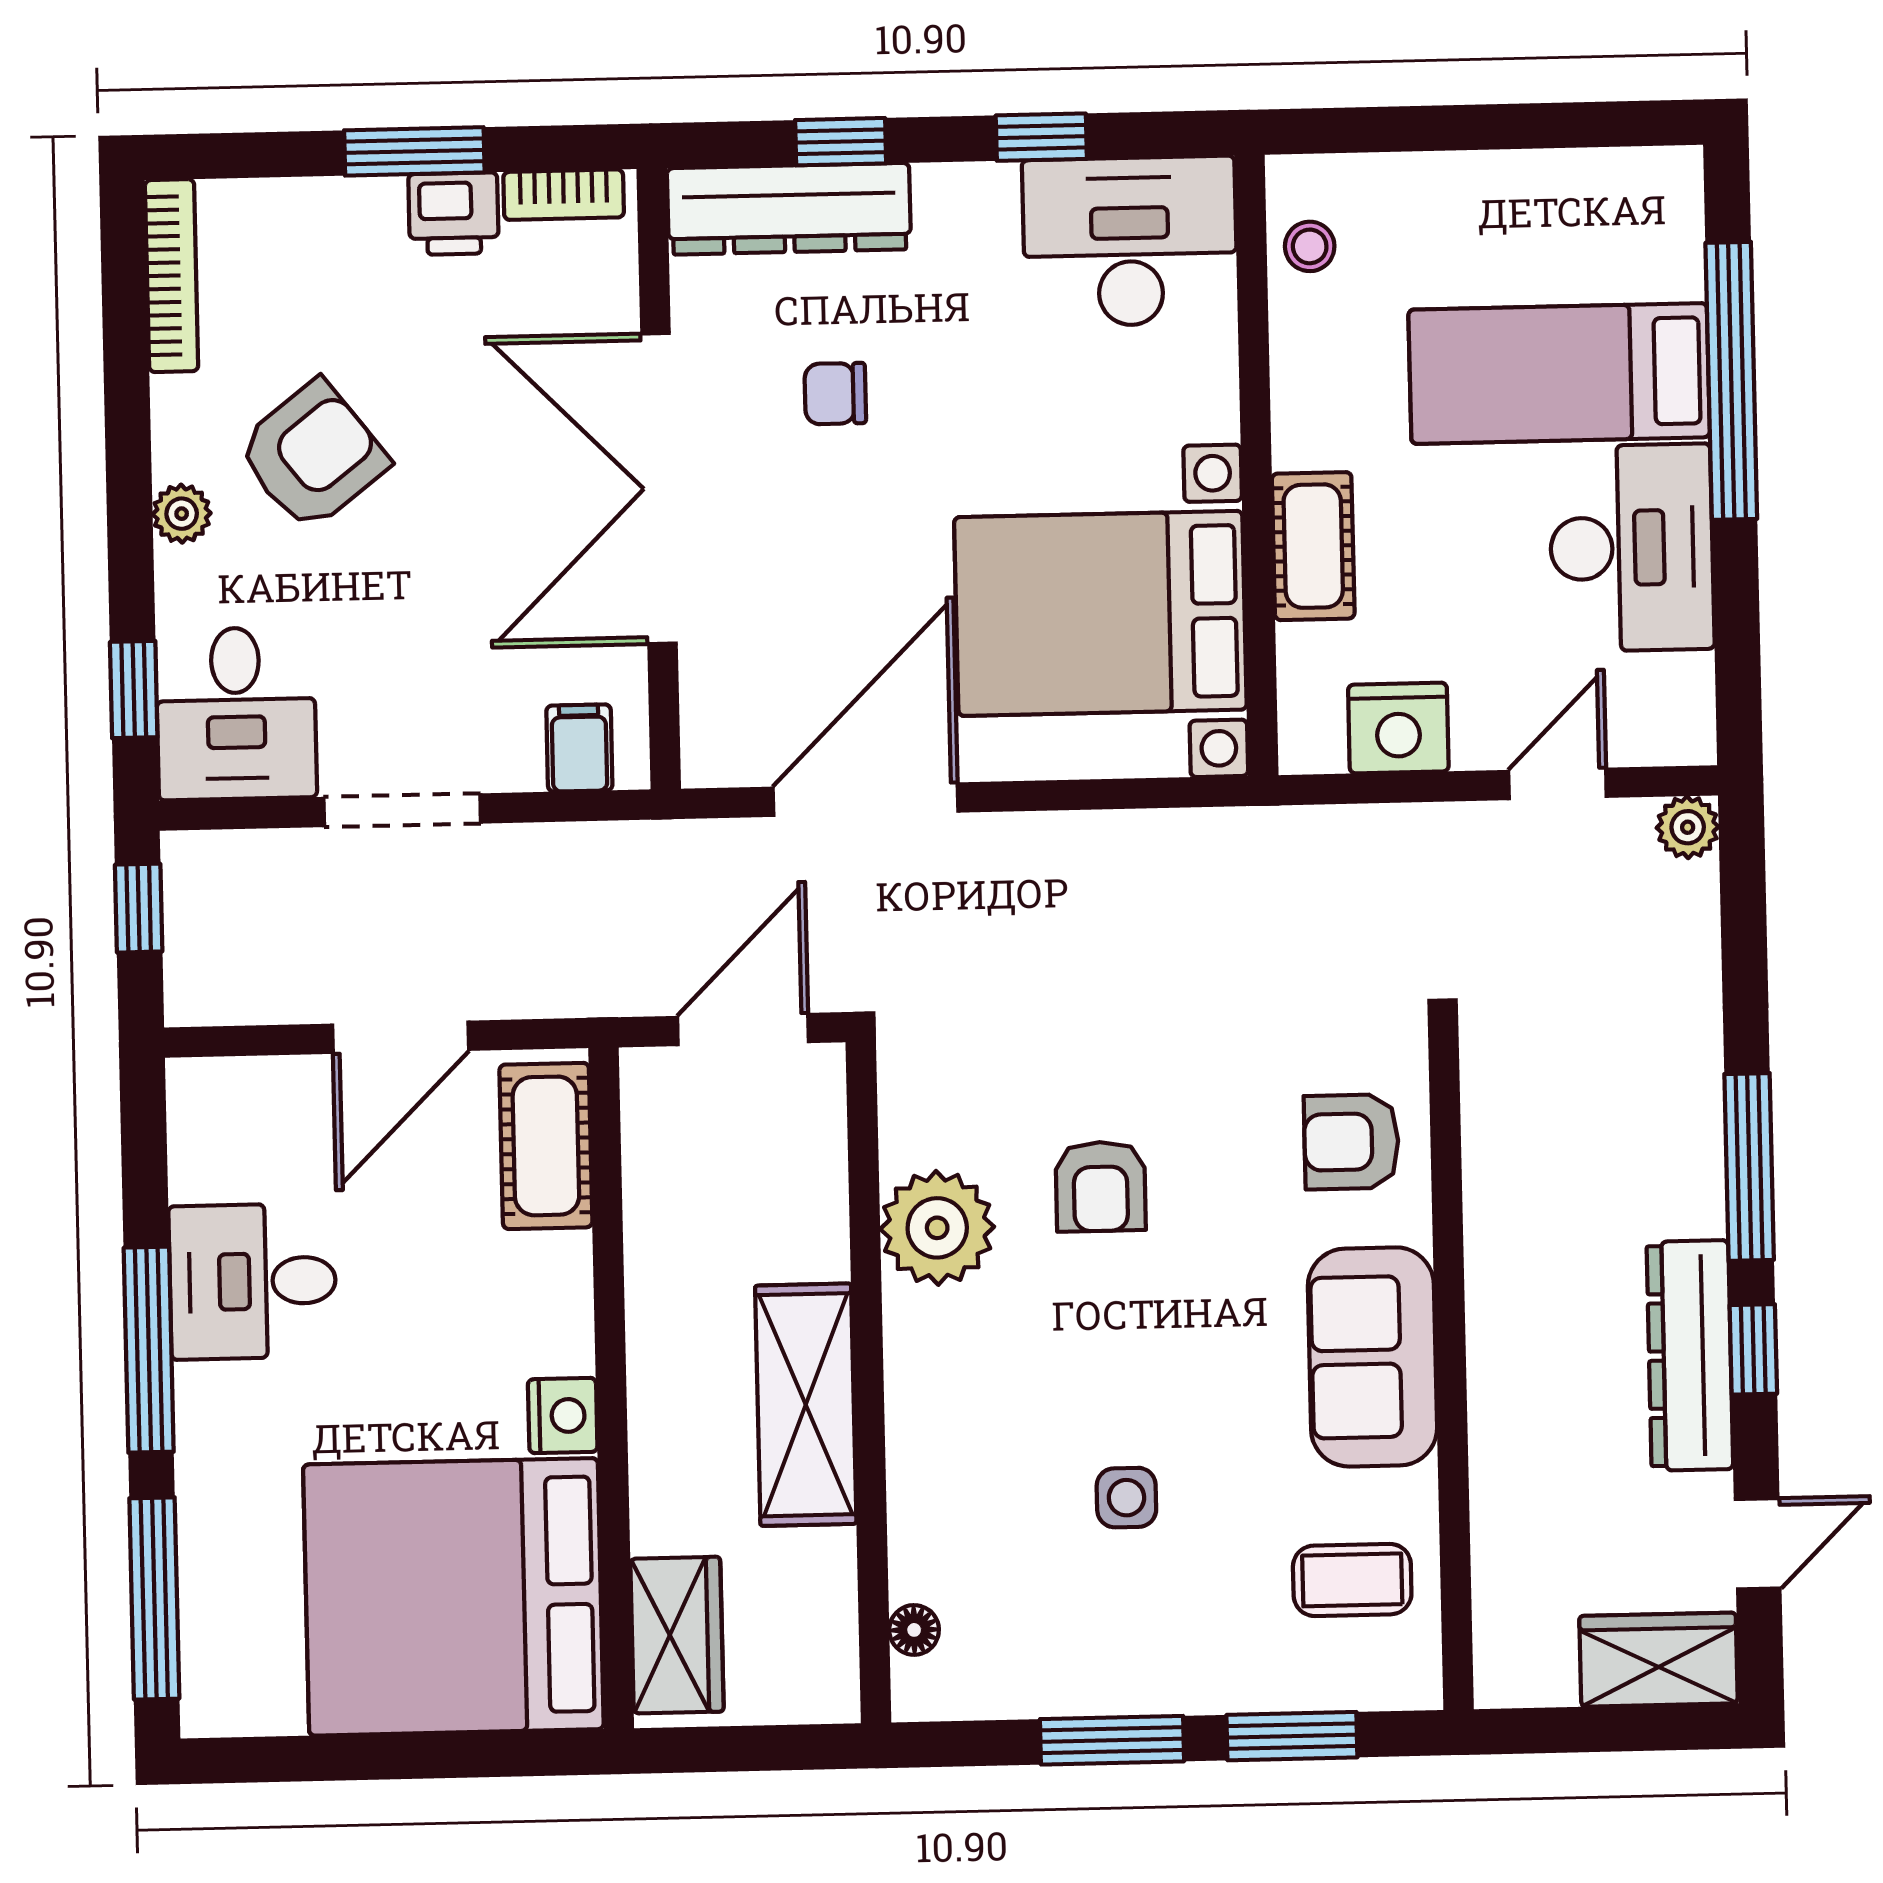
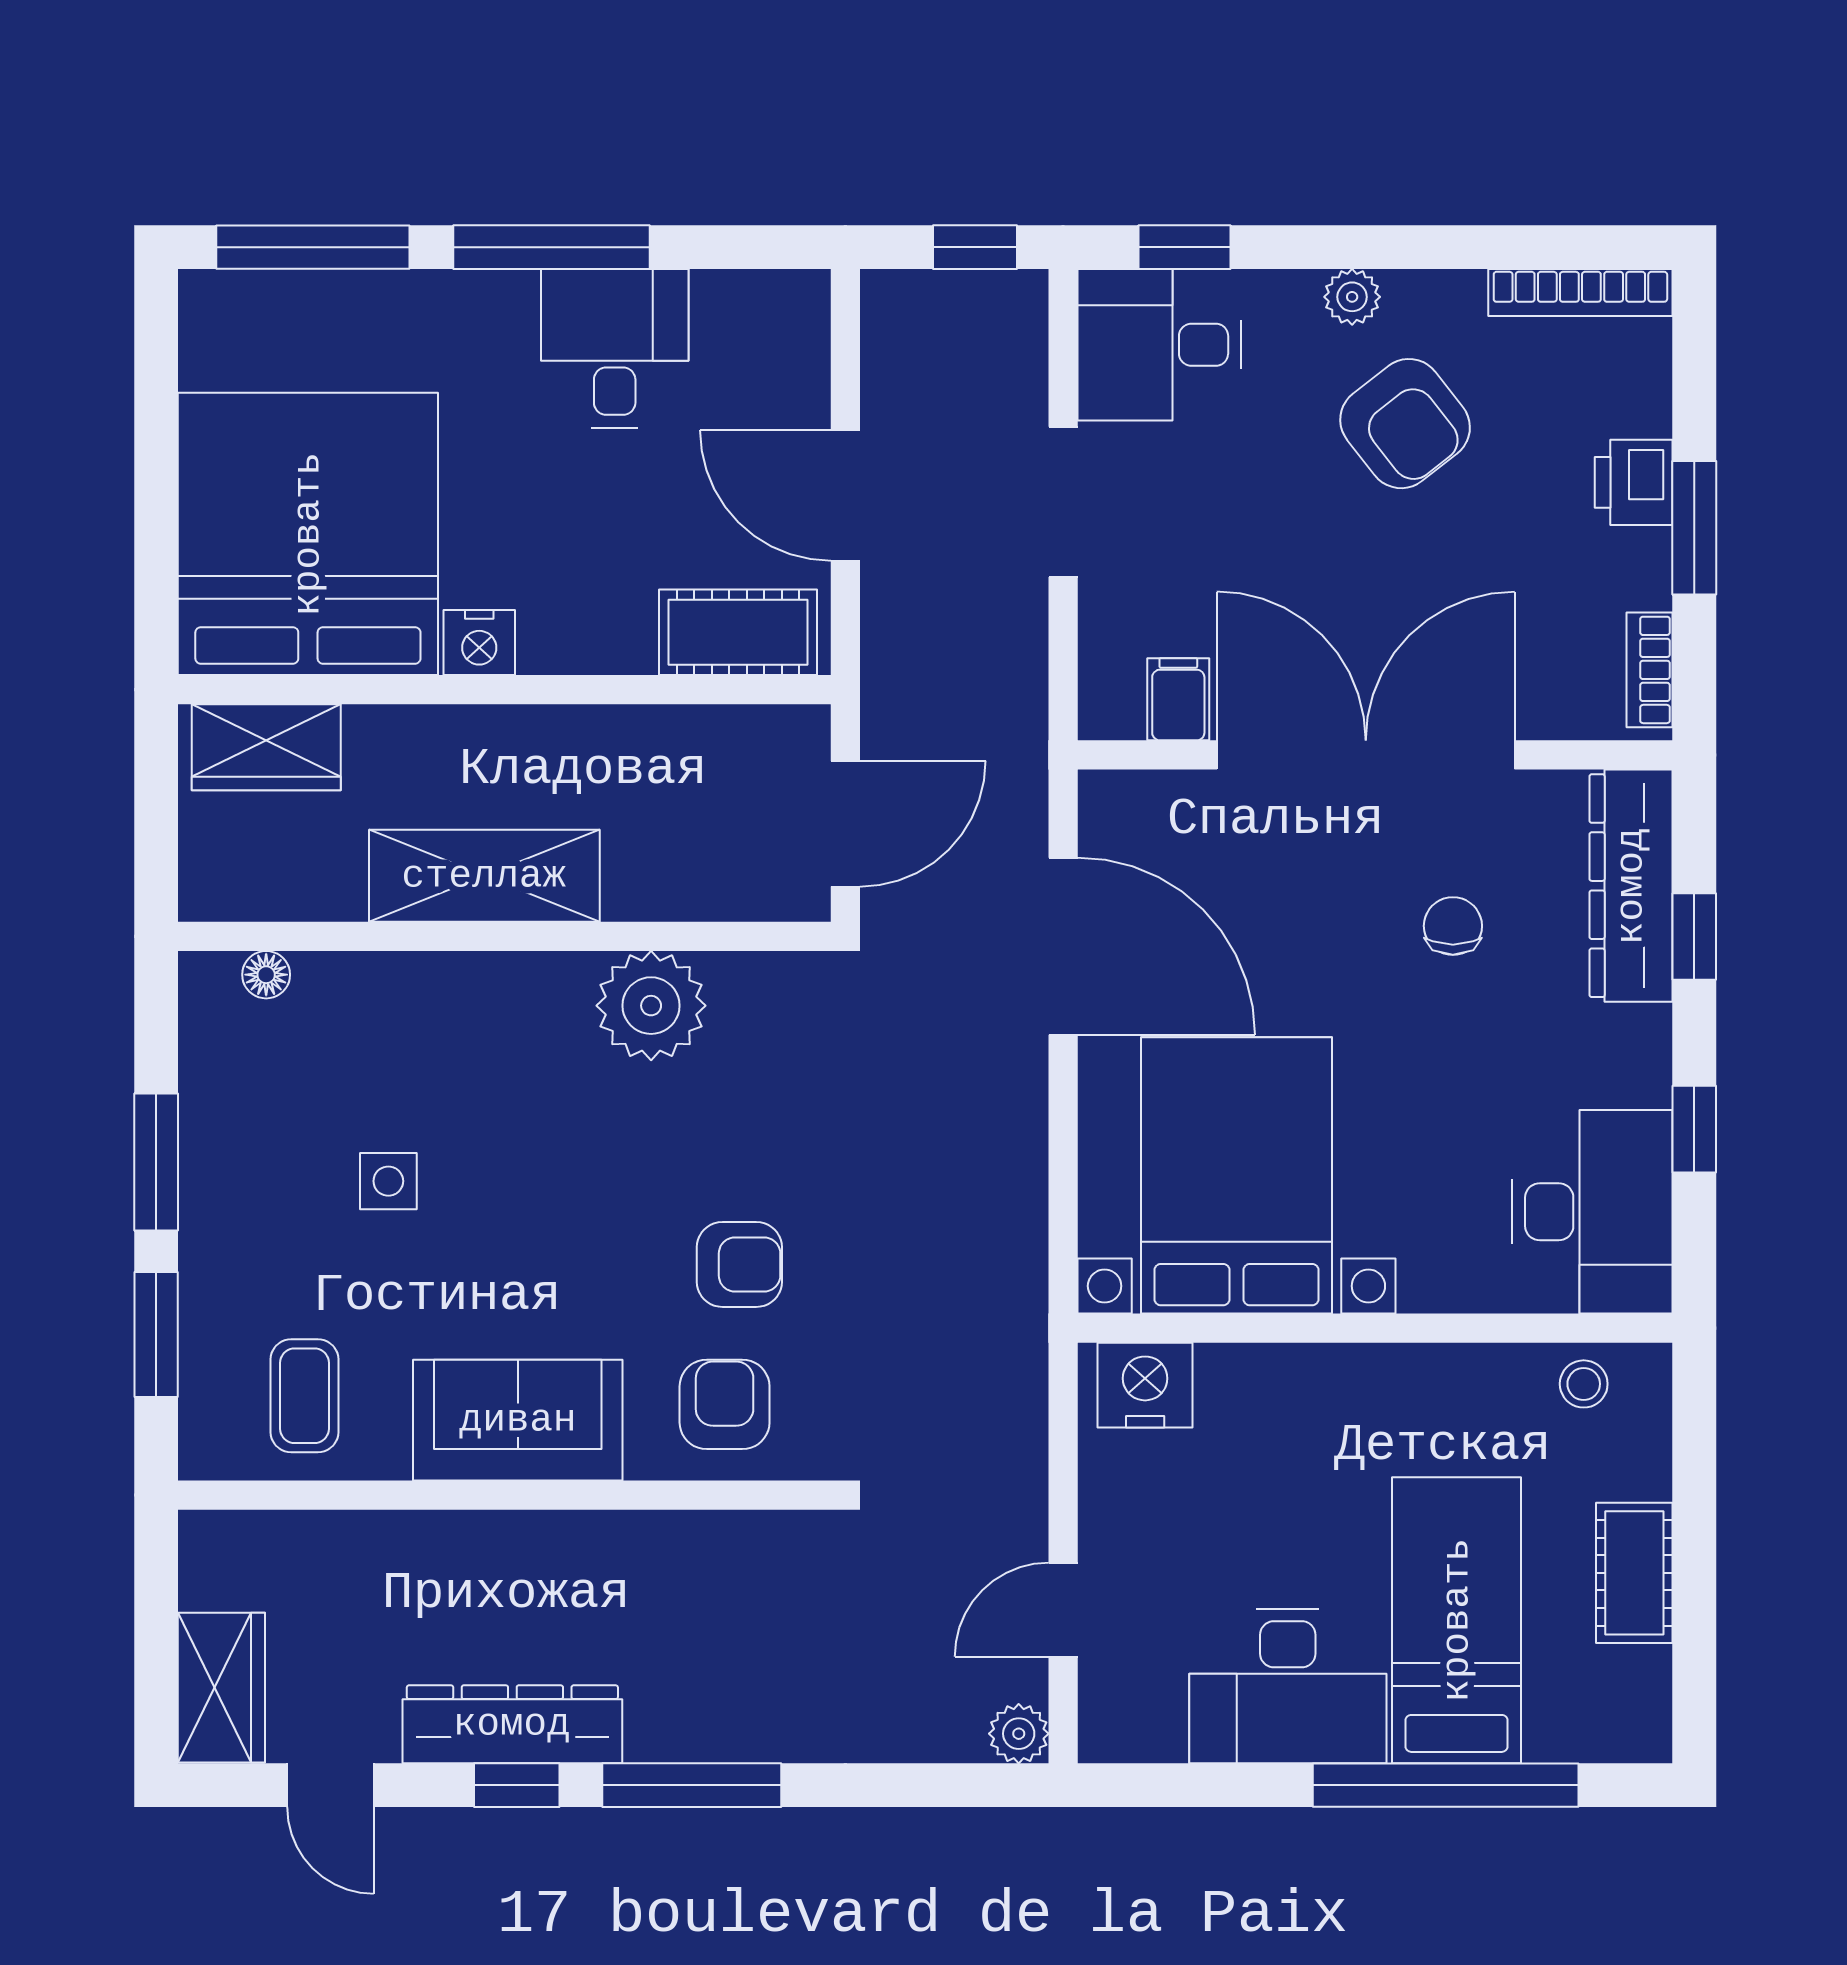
printer: (454, 214) -> (1634, 482), moved
cot: (1313, 546) -> (1634, 1573), moved, turned 90
nightstand: (1398, 728) -> (1145, 1385), moved, turned 90
filing cabinet: (579, 748) -> (1178, 699), moved, turned -90
door: (1557, 784) -> (1063, 1610), swing flipped
door: (743, 1030) -> (845, 824), hinge flipped
armchair: (1101, 1186) -> (739, 1264), moved, turned 180

